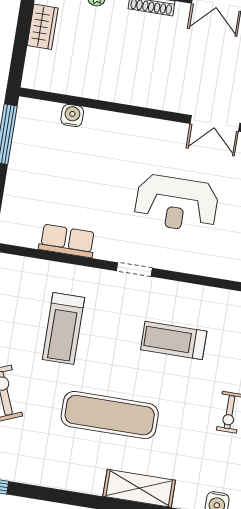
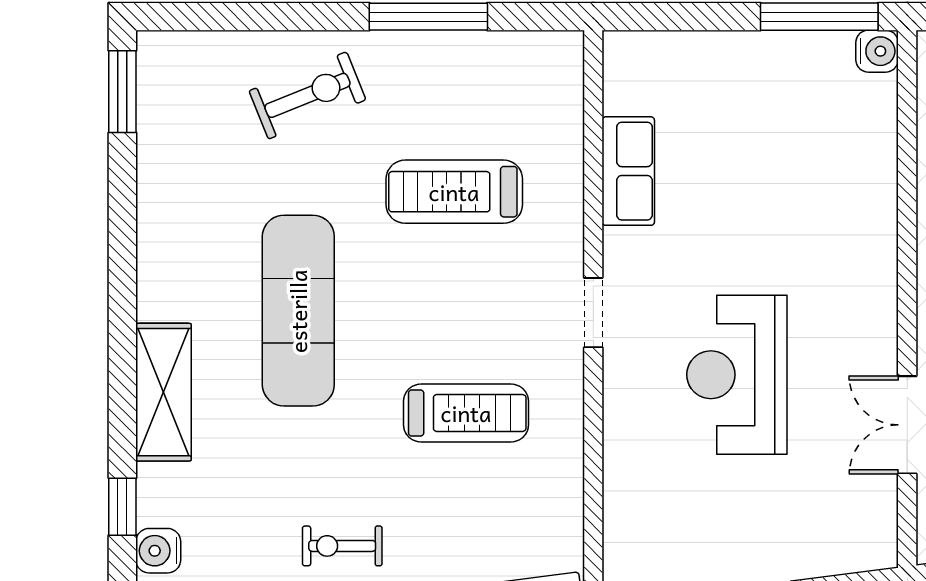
water cooler: (72, 116) -> (877, 51), moved
treadmill: (174, 340) -> (466, 413), turned 90

